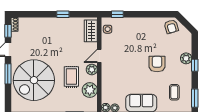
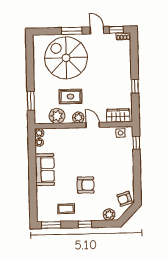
plant: (186, 58) -> (109, 215), moved
coffee table: (174, 92) -> (66, 209), moved

